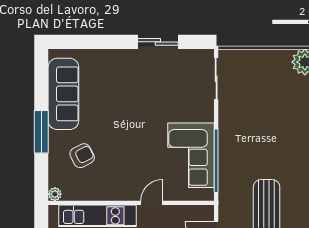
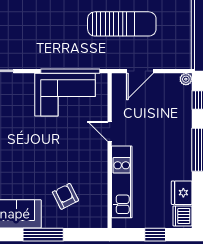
plant: (55, 194) -> (101, 222), removed

